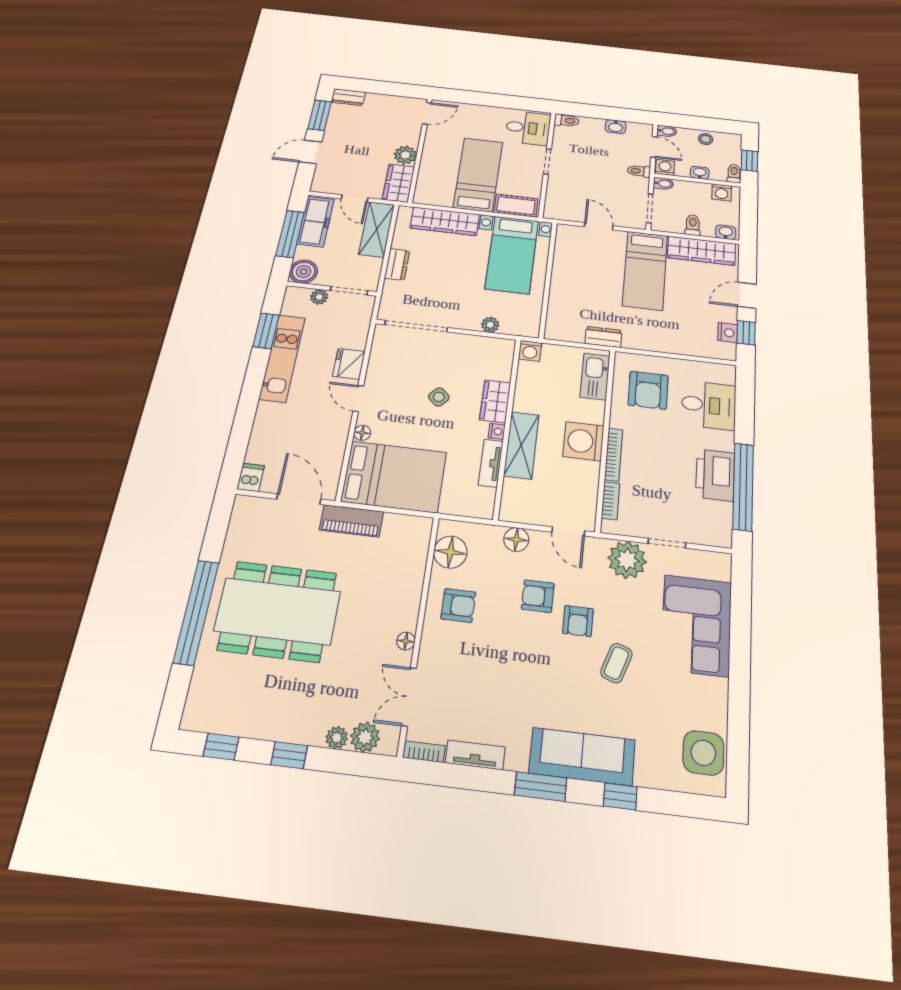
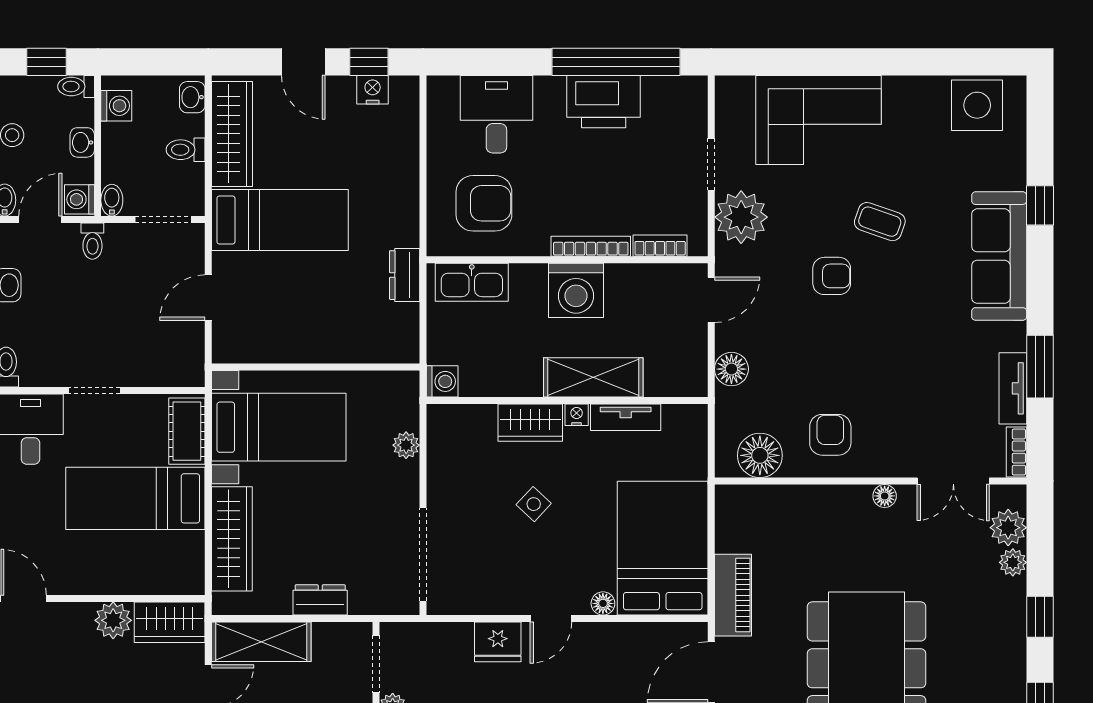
armchair: (538, 596) -> (805, 332), removed
window: (541, 787) -> (1040, 367), moved

